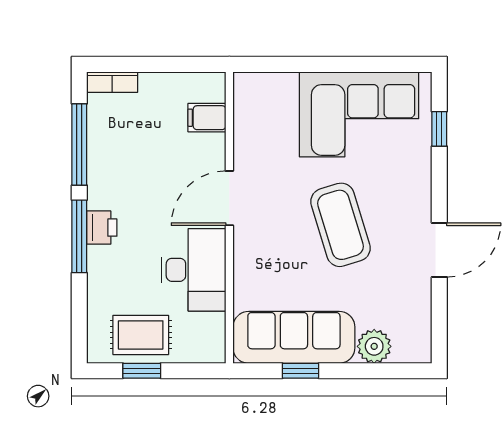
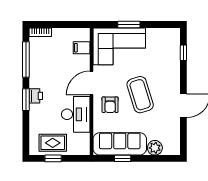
window: (315, 64) -> (129, 24), added
corner sofa: (359, 114) -> (119, 46), moved
window: (79, 236) -> (26, 100), width x0.69
armchair: (272, 248) -> (110, 105), added

